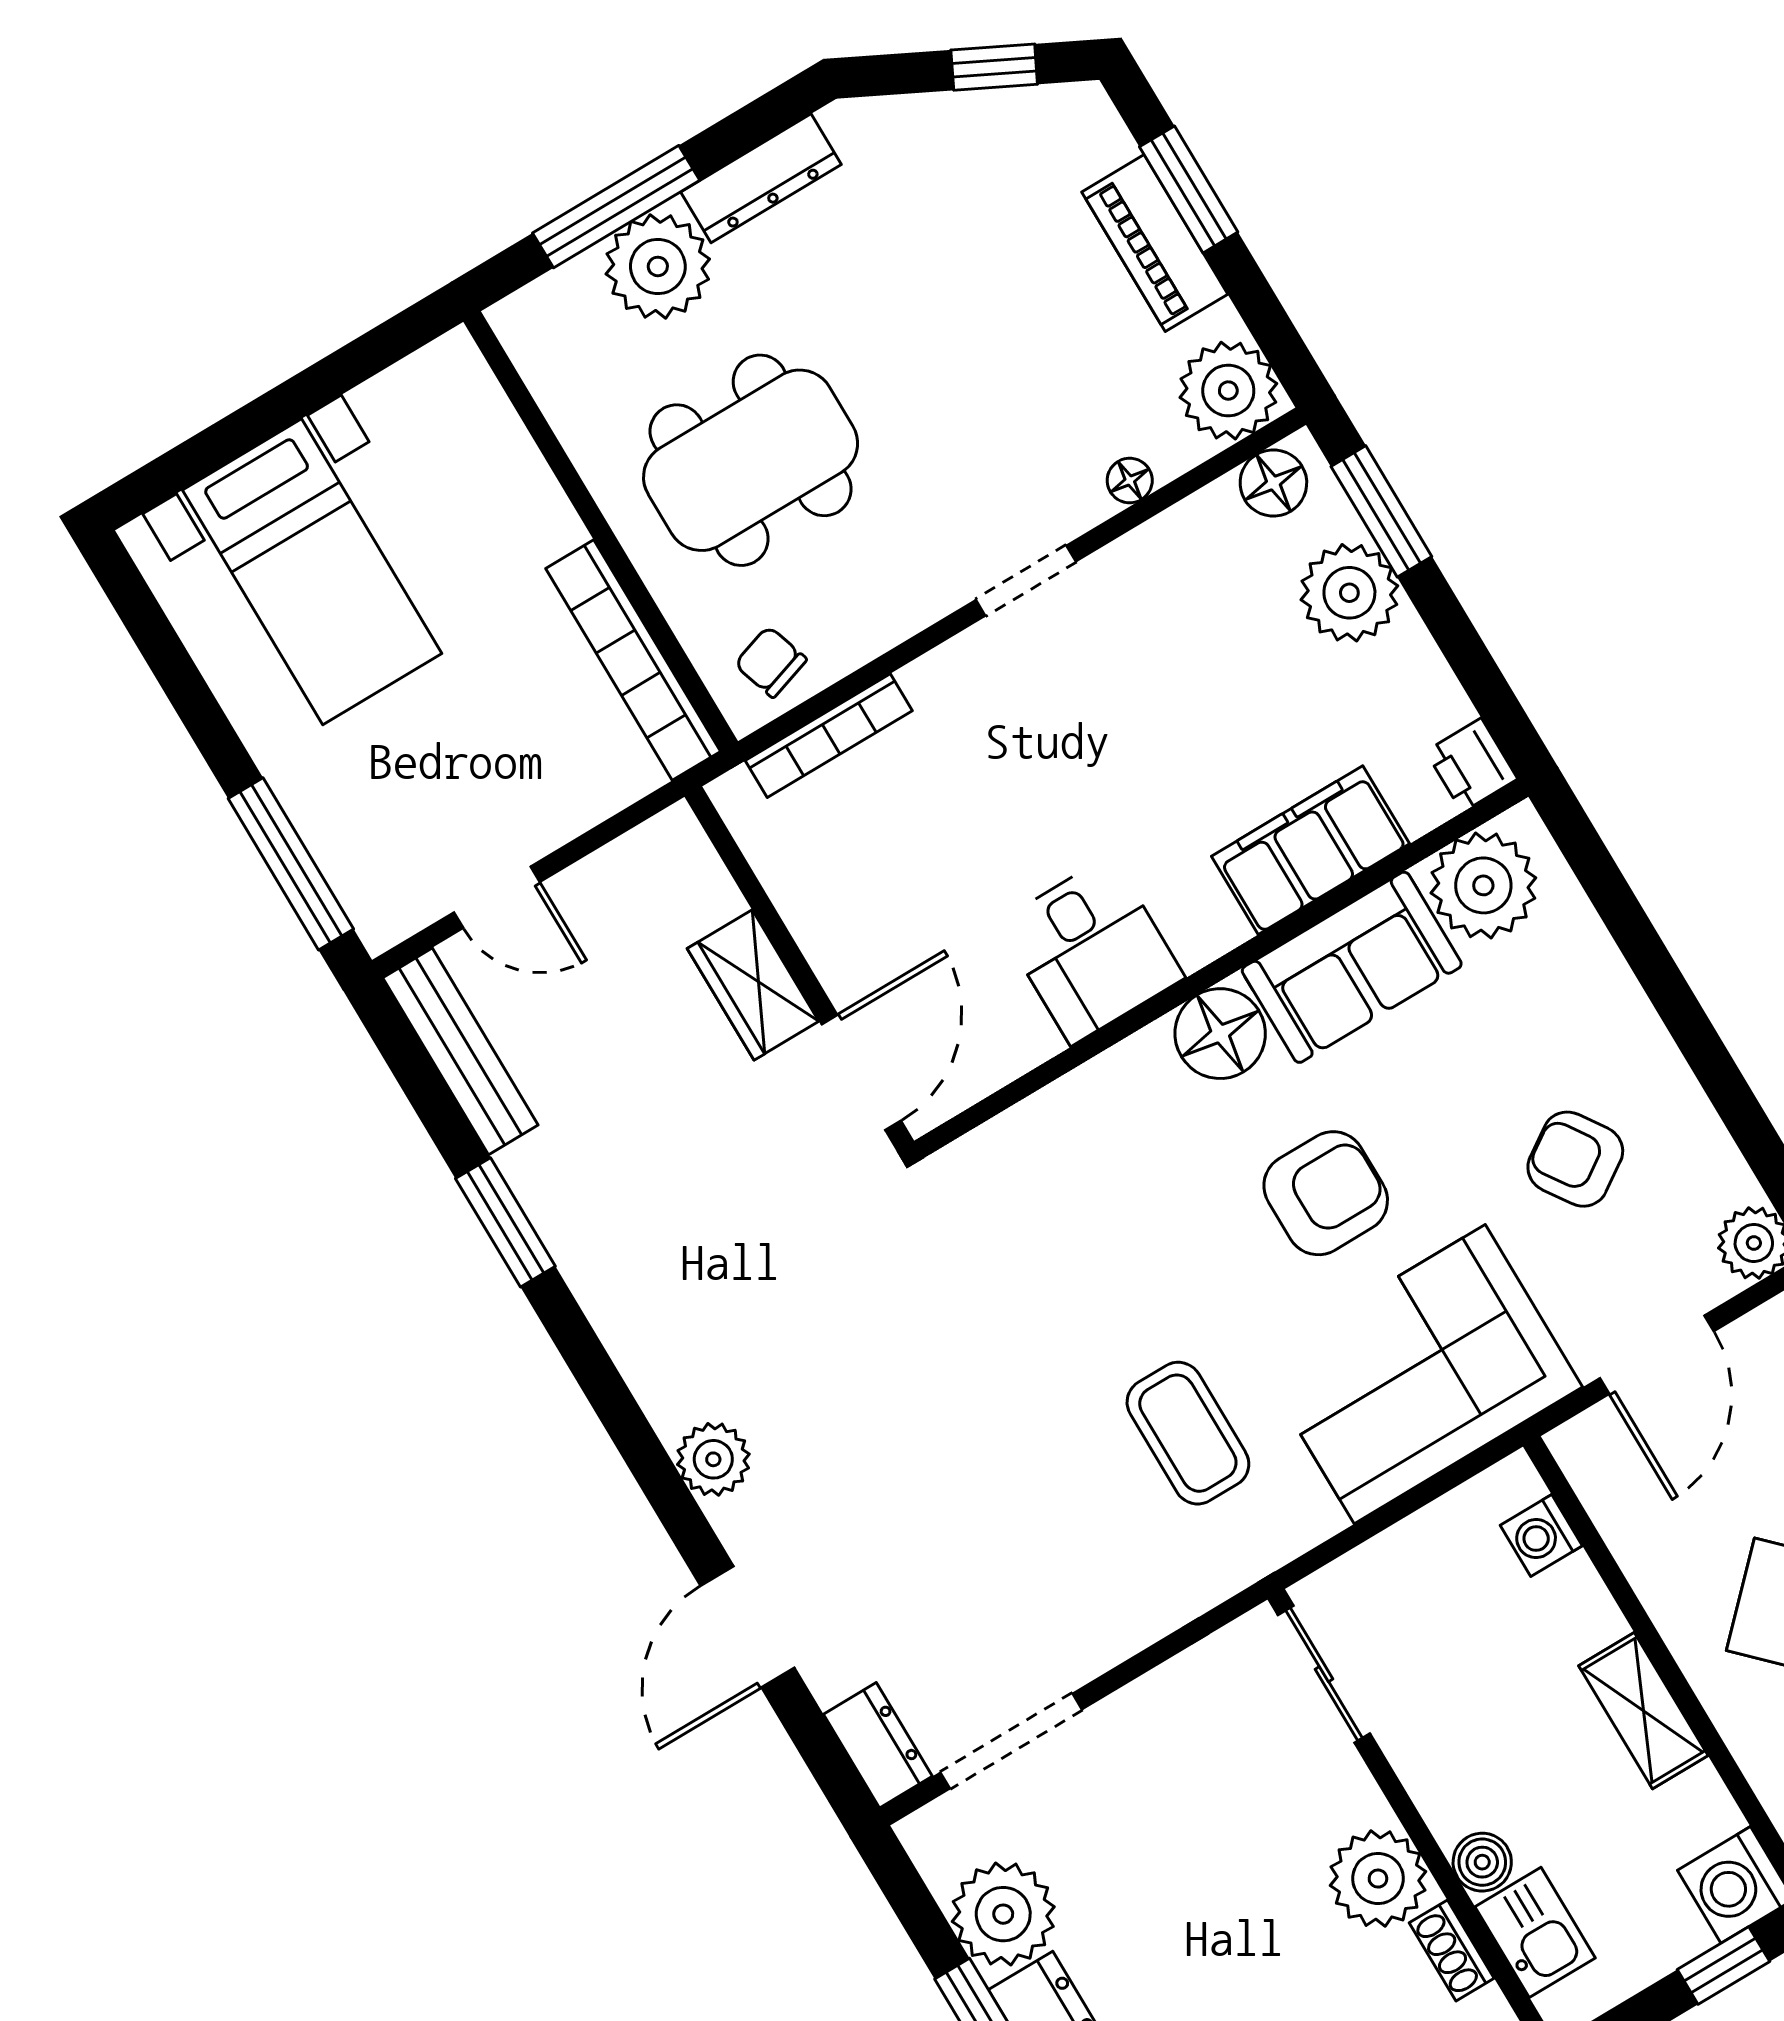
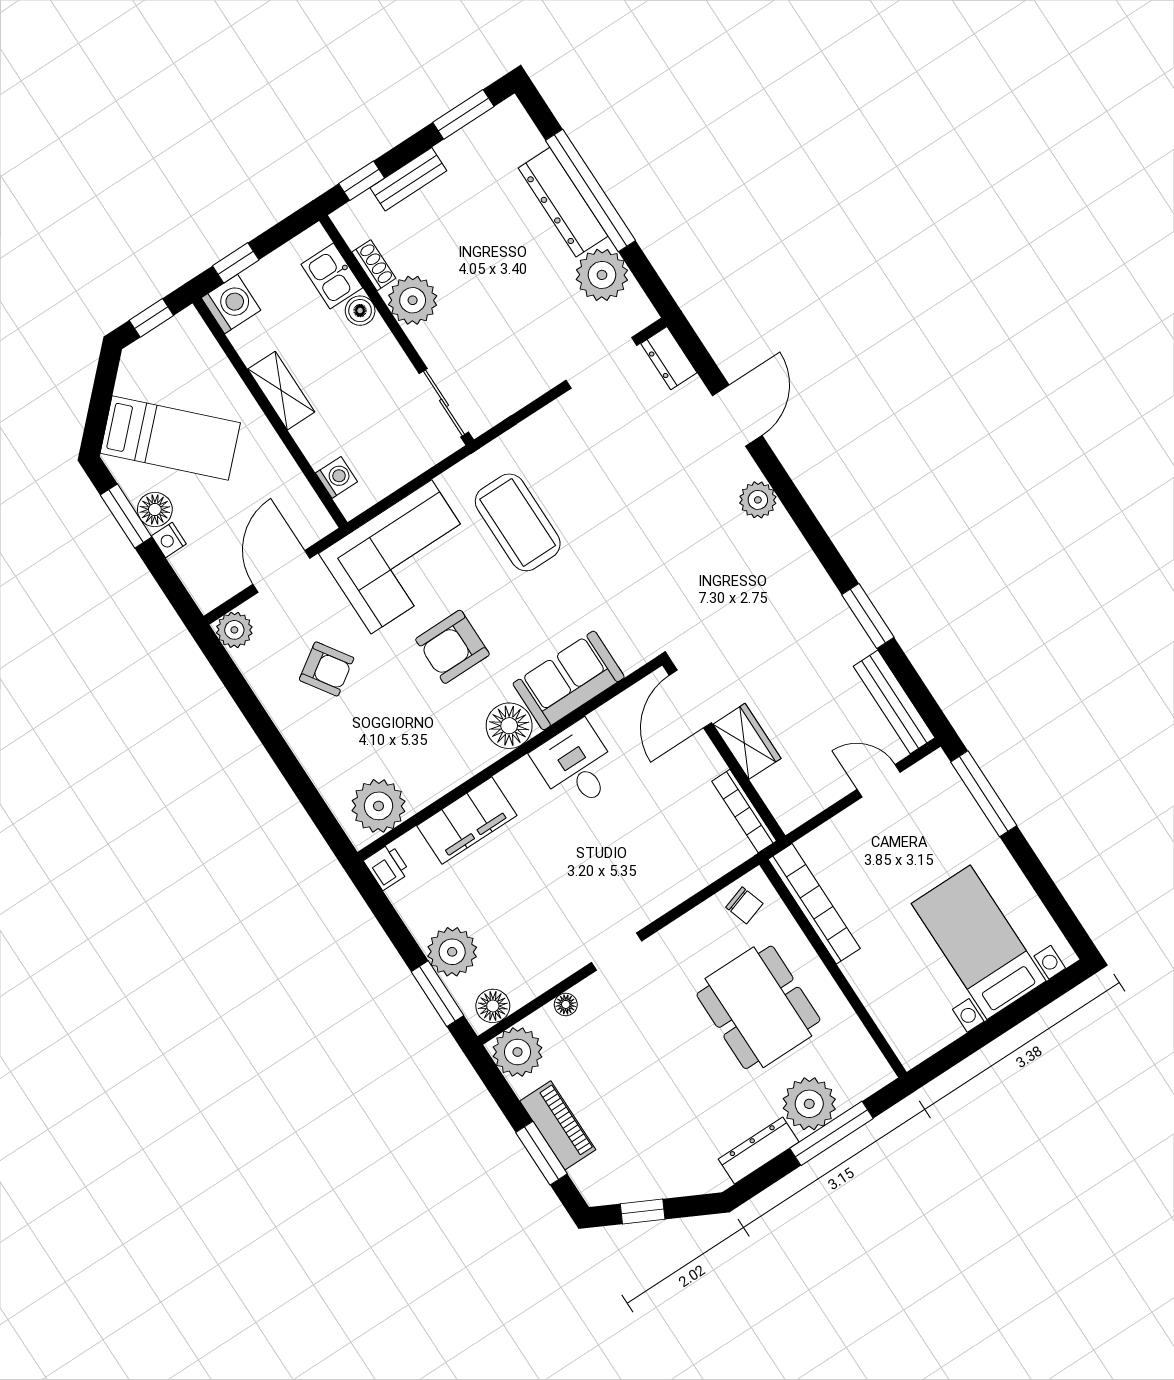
dining table: (751, 460) -> (758, 1007), turned 90
bookcase: (829, 736) -> (744, 811), moved, turned -90
sofa: (1352, 967) -> (569, 680), moved
coffee table: (1188, 1433) -> (518, 522), width x1.36, depth x1.32

